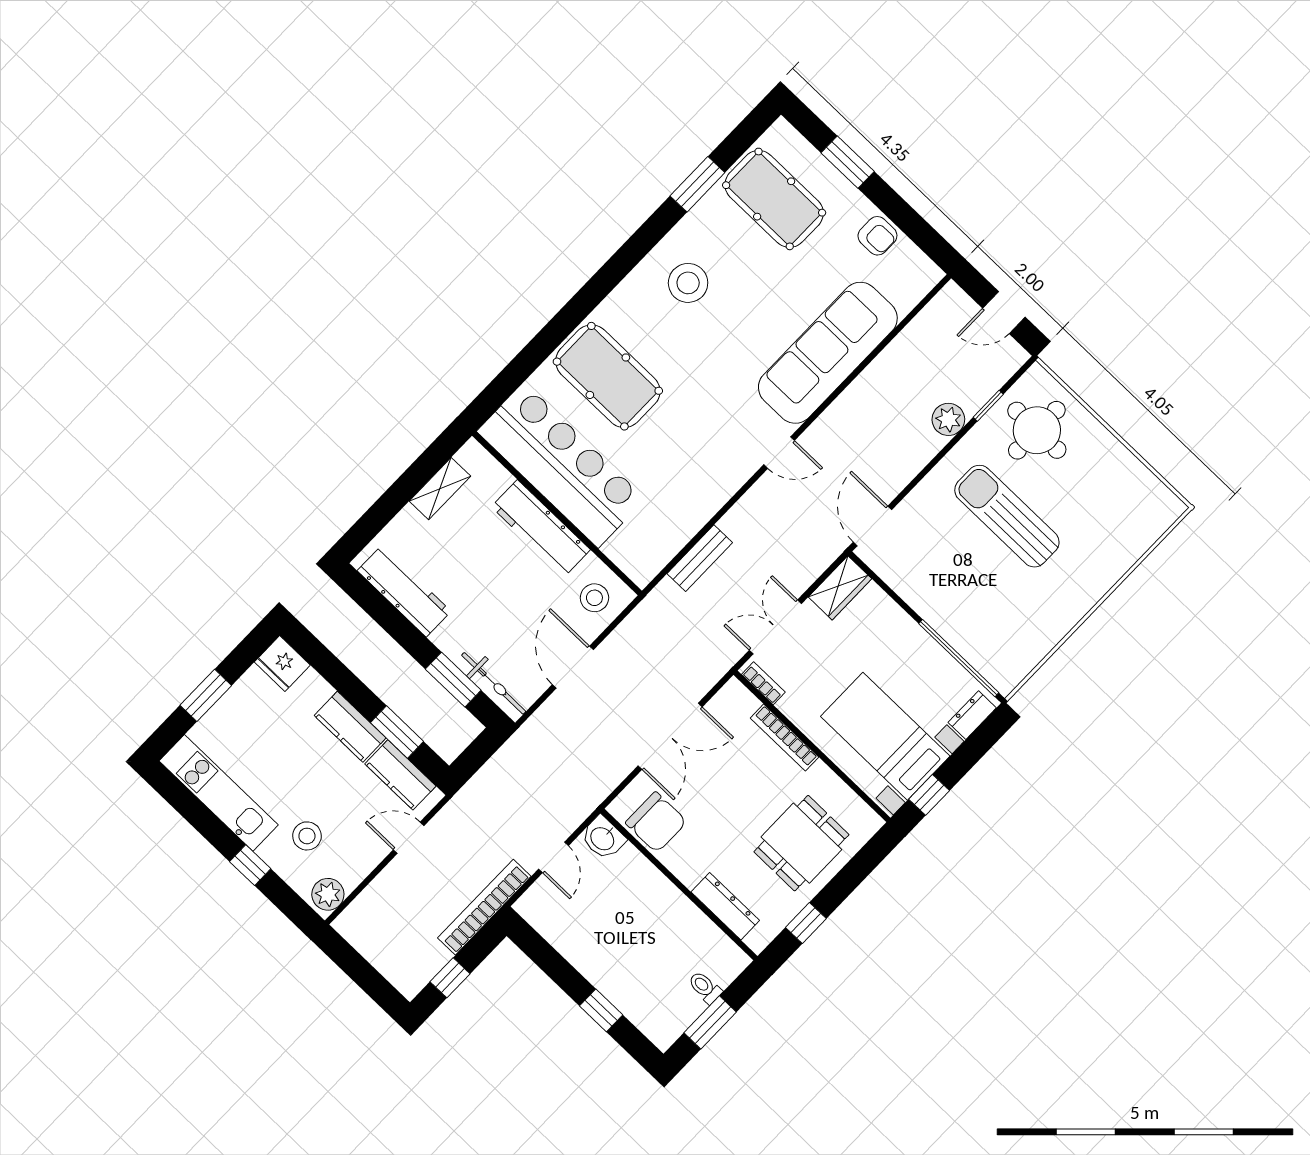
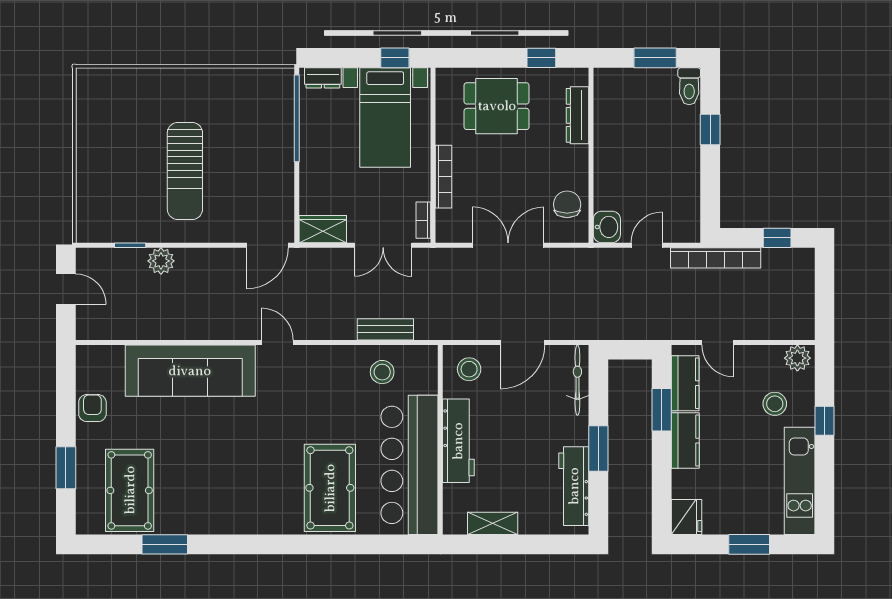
stool: (688, 283) -> (382, 372), moved, width x0.73, depth x0.73
round table: (1037, 430) -> (117, 202), removed
window: (453, 680) -> (598, 448), moved
chair: (656, 822) -> (567, 204), width x0.73, depth x0.73
toilet: (705, 987) -> (689, 86), moved, width x1.37, depth x1.39

